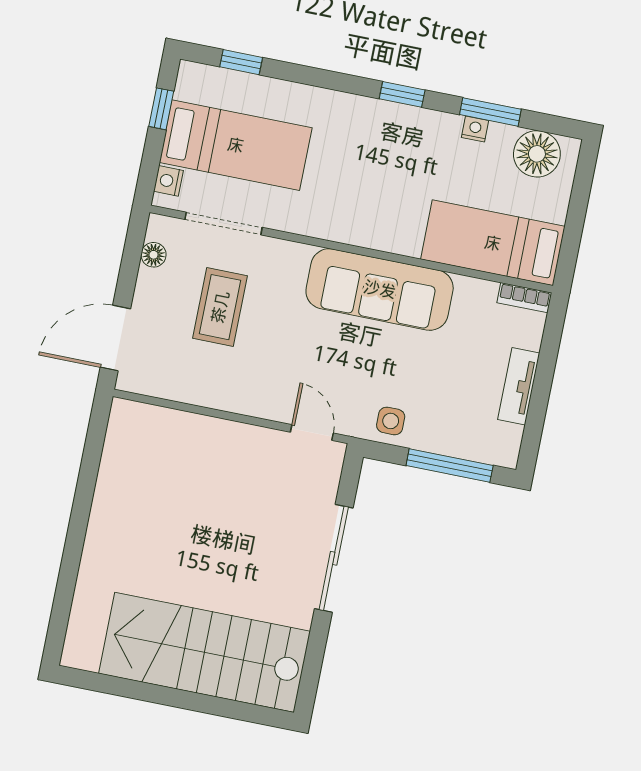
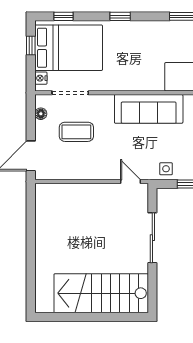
window: (402, 94) -> (120, 16), moved
nightstand: (475, 129) -> (178, 26), removed
bed: (236, 145) -> (69, 48), width x1.50
coffee table: (220, 307) -> (76, 132), turned 90

